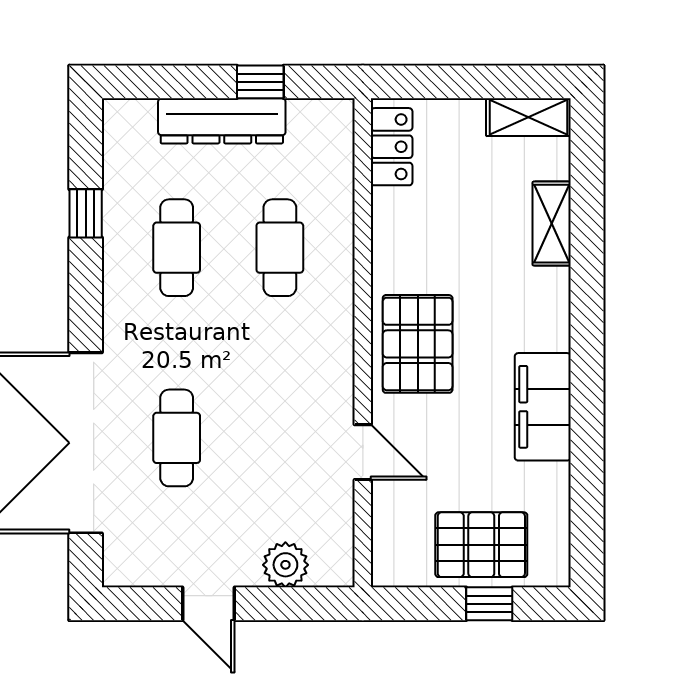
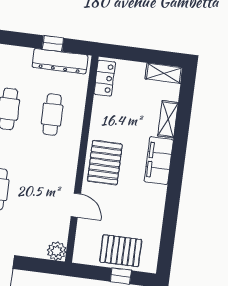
dresser: (222, 121) -> (60, 61), moved
filing cabinet: (543, 407) -> (159, 161), moved
plant: (285, 565) -> (57, 251), moved

